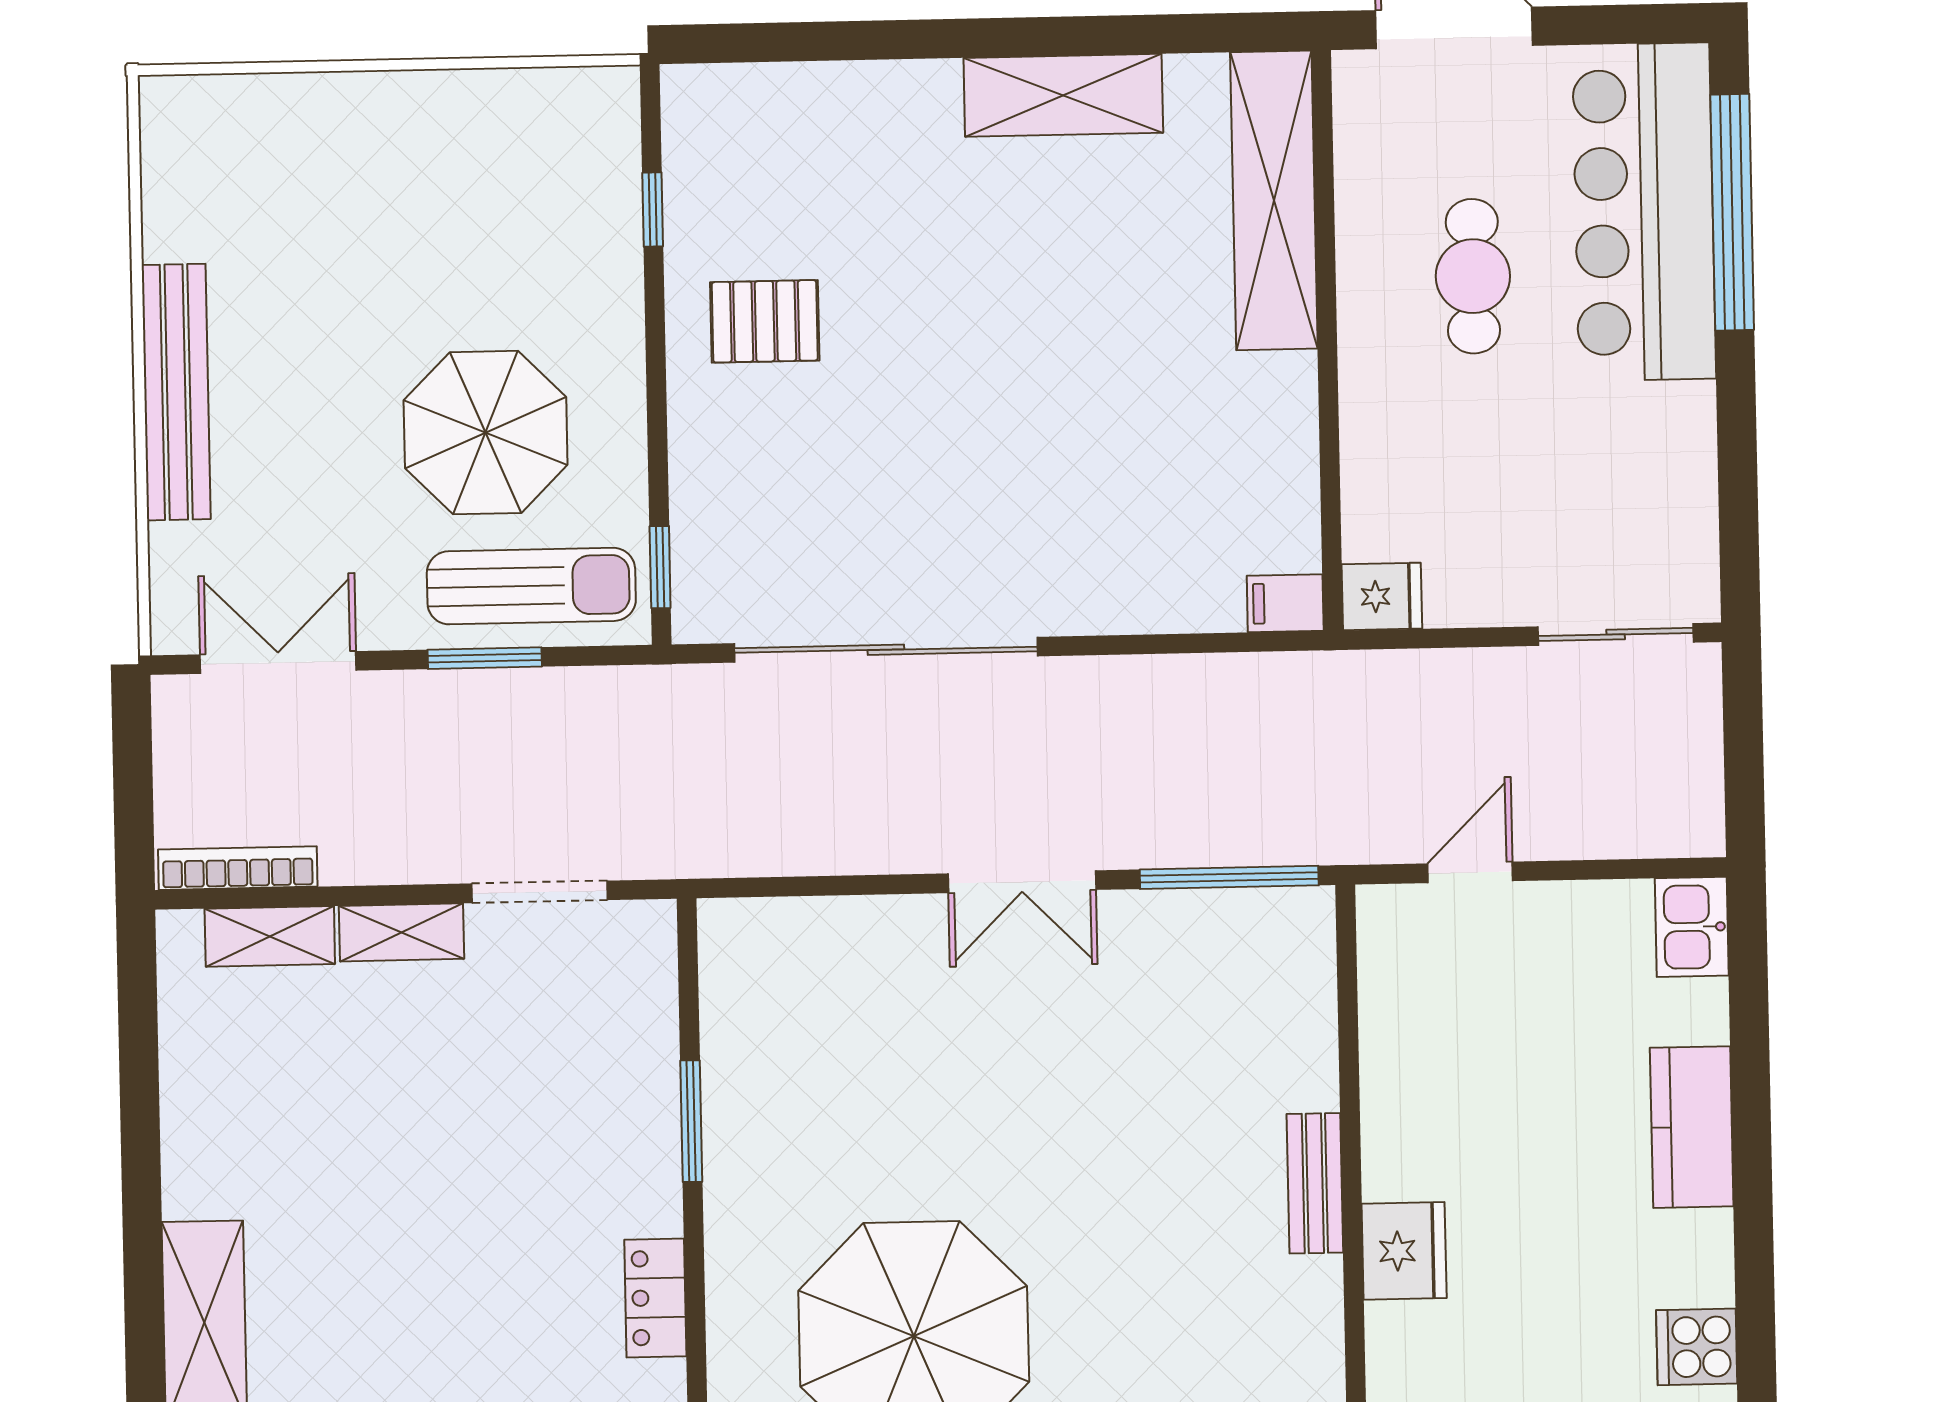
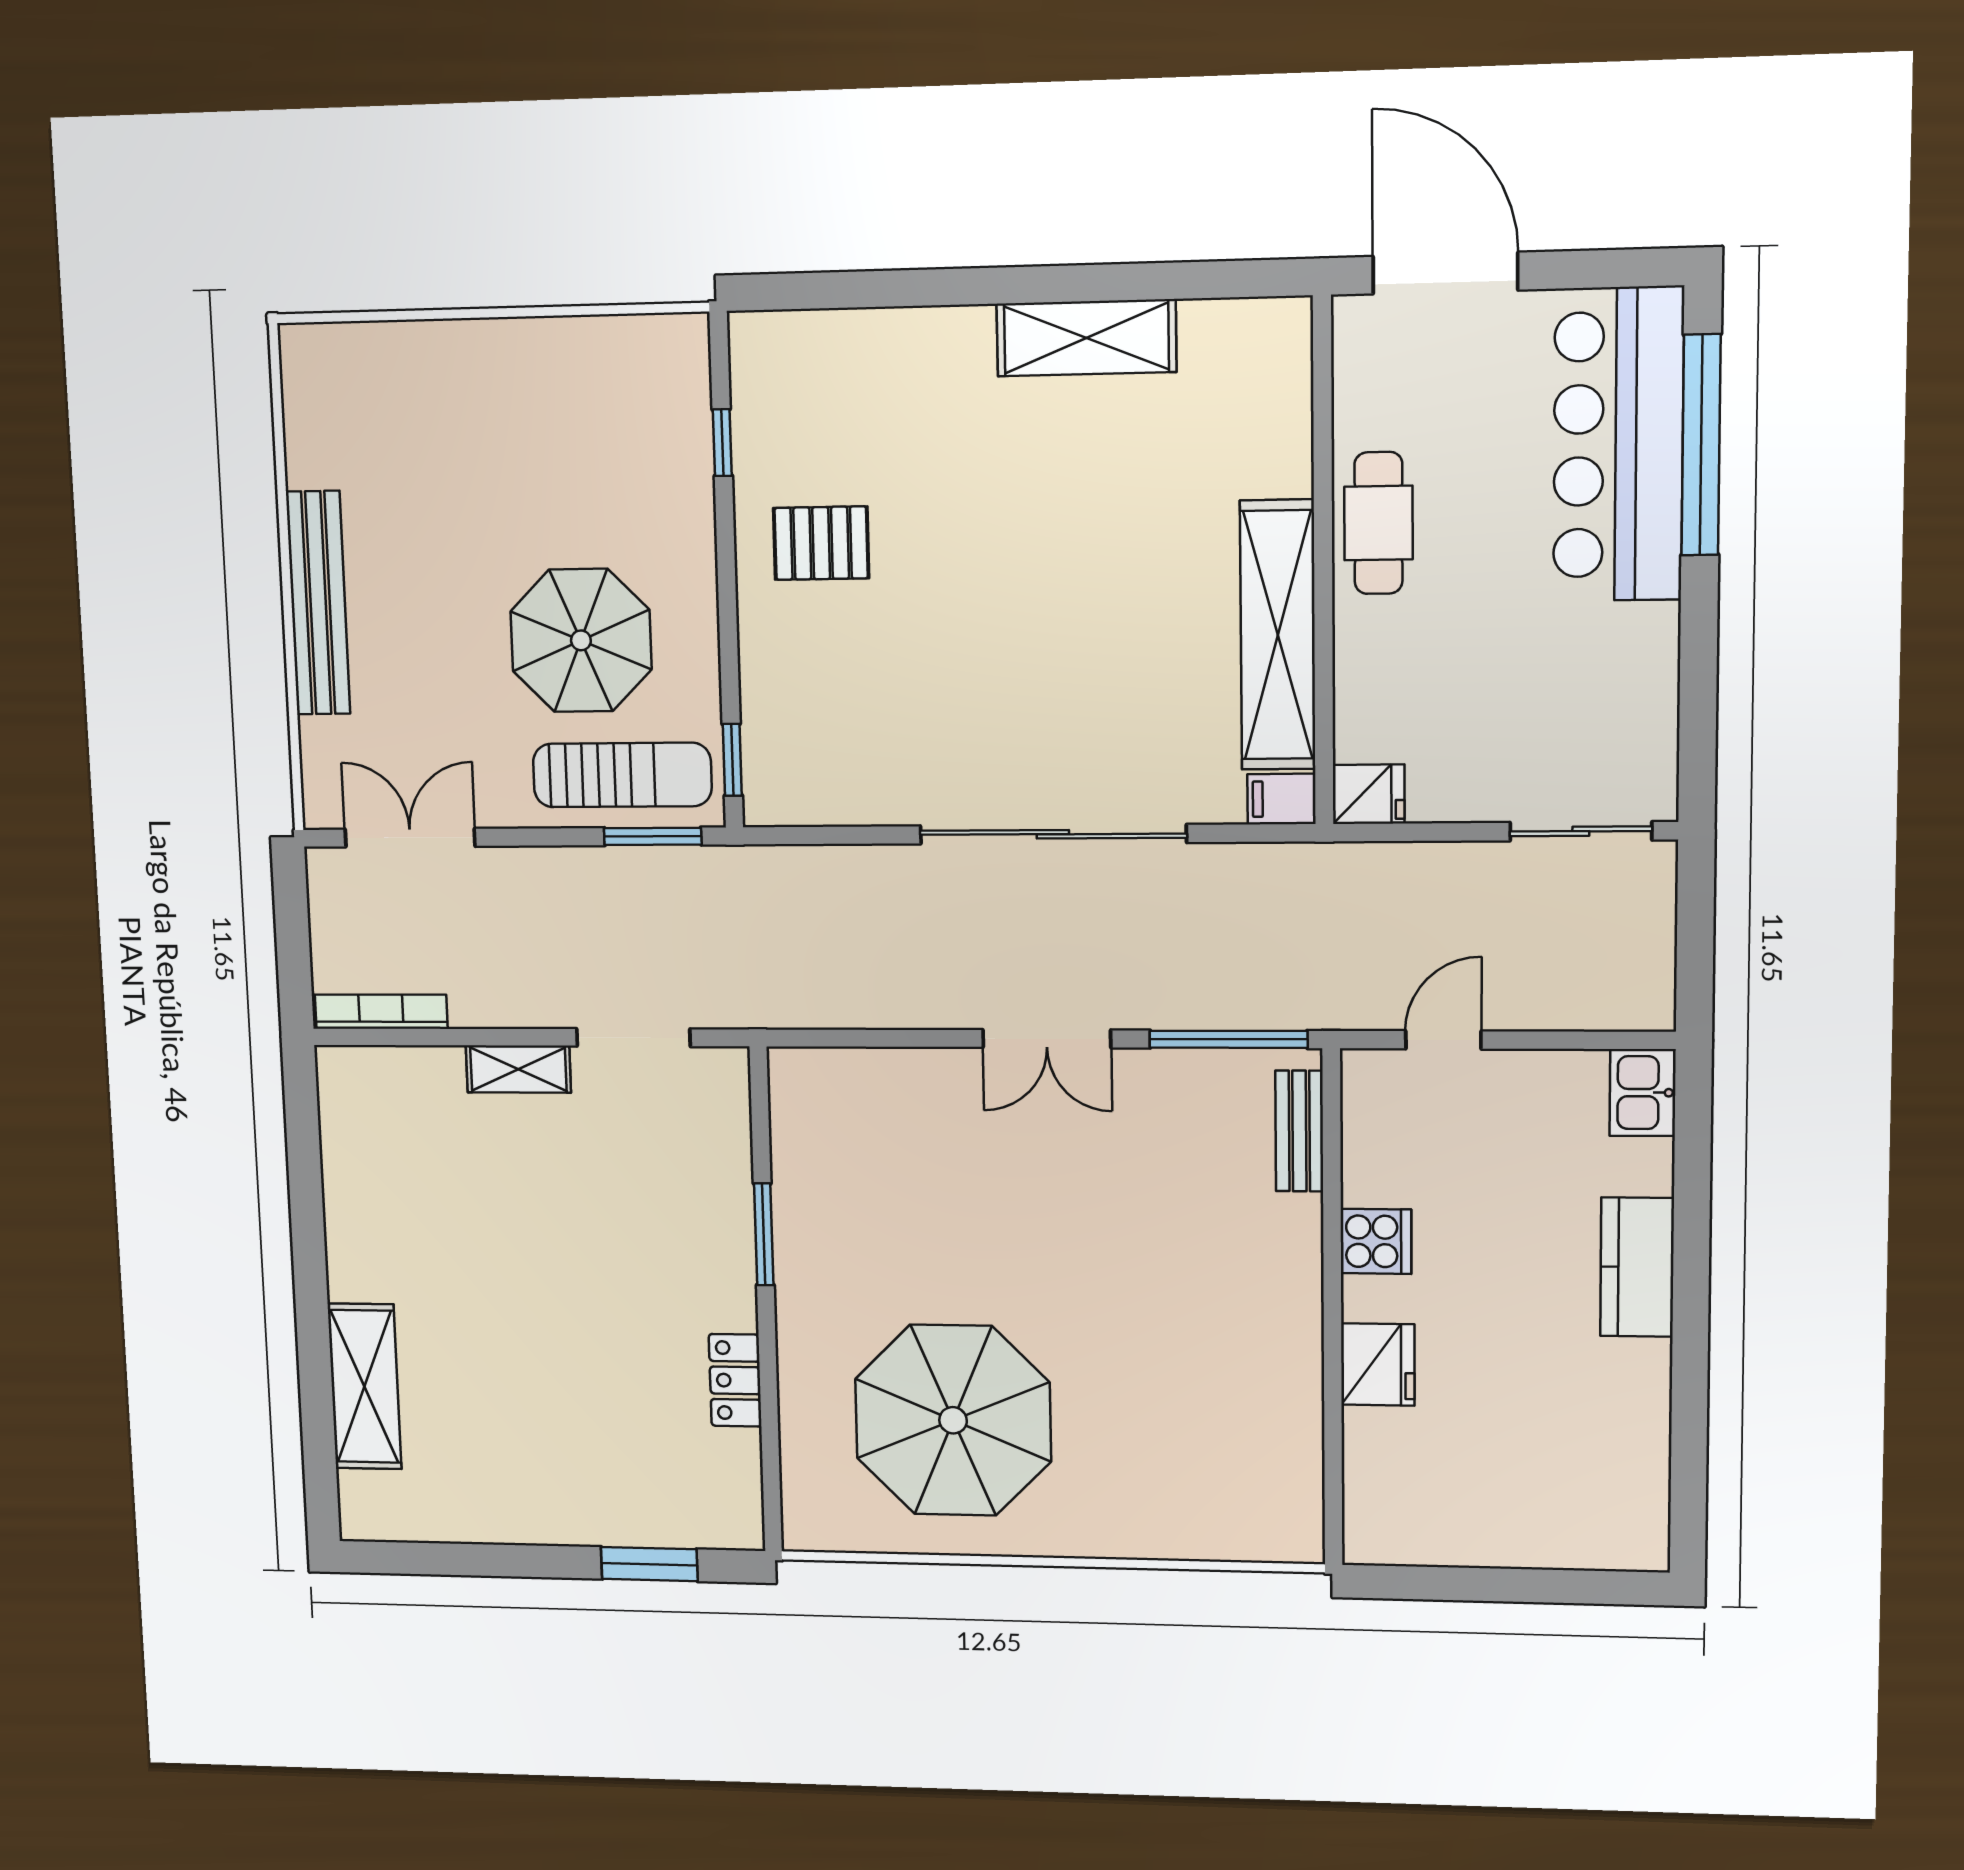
shelving: (1274, 200) -> (1278, 635), moved
cafe table: (1473, 276) -> (1379, 523), moved
sliding door: (886, 650) -> (1053, 834), moved
window: (485, 658) -> (653, 836), moved
shelving: (270, 936) -> (409, 1070), removed
bench: (1315, 1183) -> (1299, 1131), moved
cooker: (1697, 1347) -> (1376, 1241), moved, turned 180

